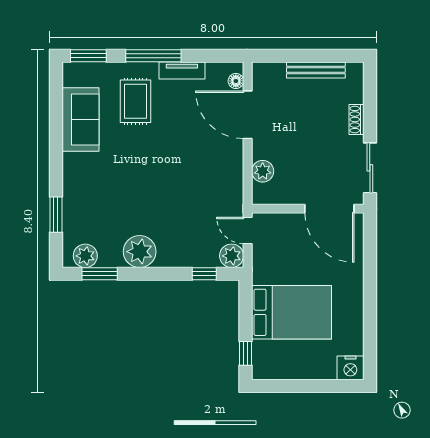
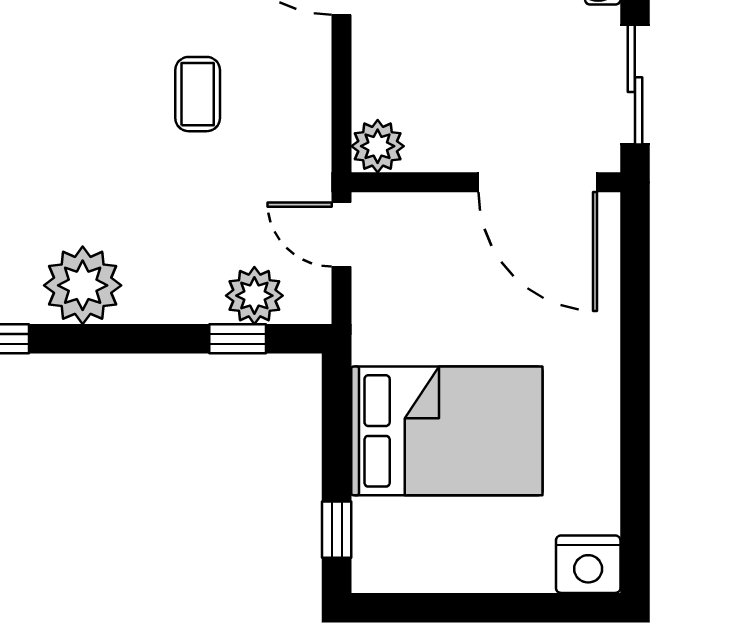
plant: (263, 171) -> (378, 146), moved
coffee table: (188, 172) -> (198, 94), added
plant: (232, 256) -> (254, 296), moved

